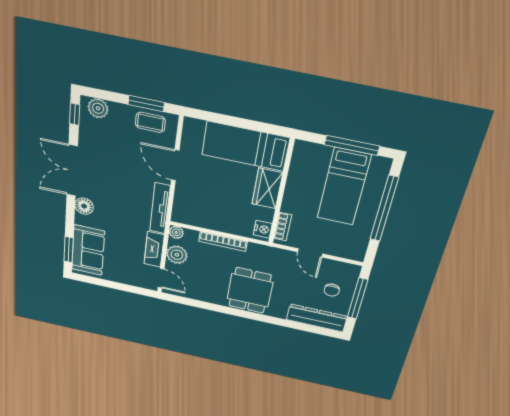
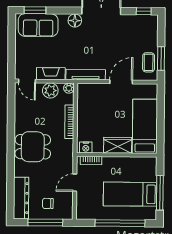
plant: (98, 108) -> (151, 27), removed
door: (161, 278) -> (27, 81), hinge flipped

